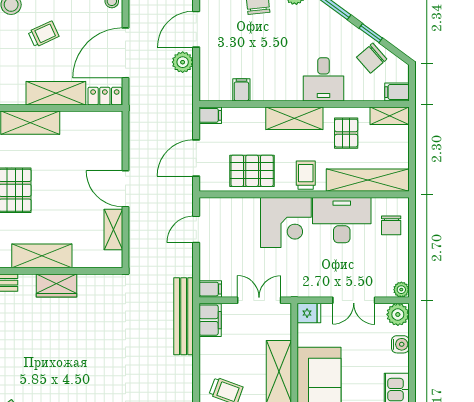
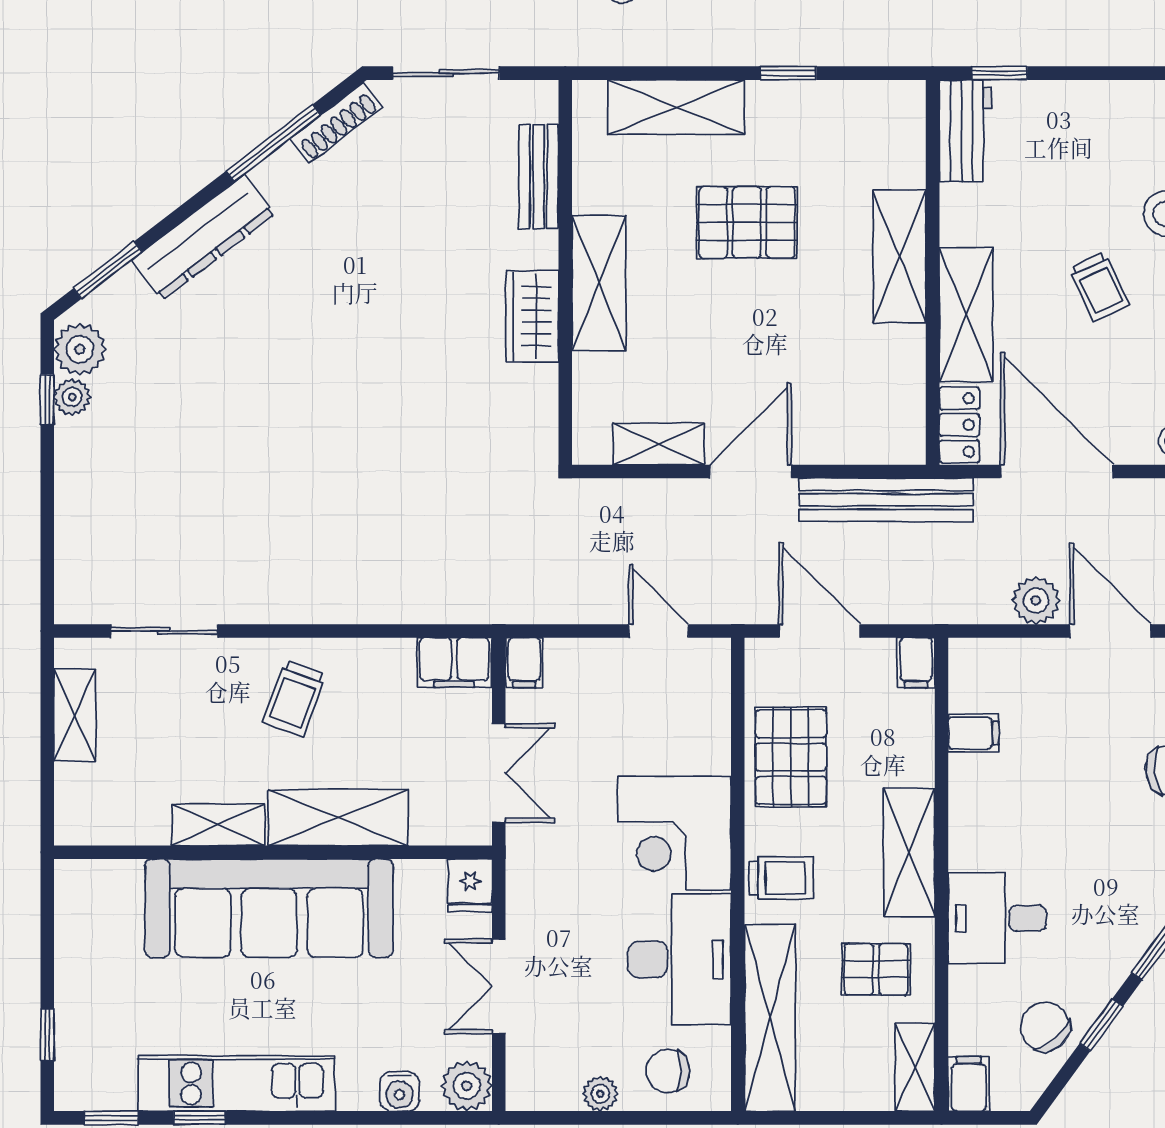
plant: (401, 290) -> (600, 1094), moved
bench: (184, 316) -> (886, 500), moved

